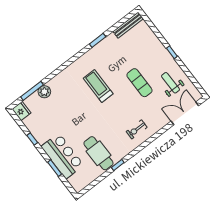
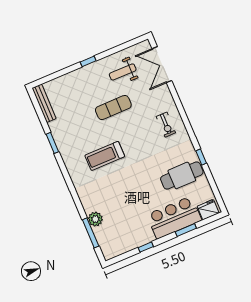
fridge: (21, 111) -> (208, 210), moved

